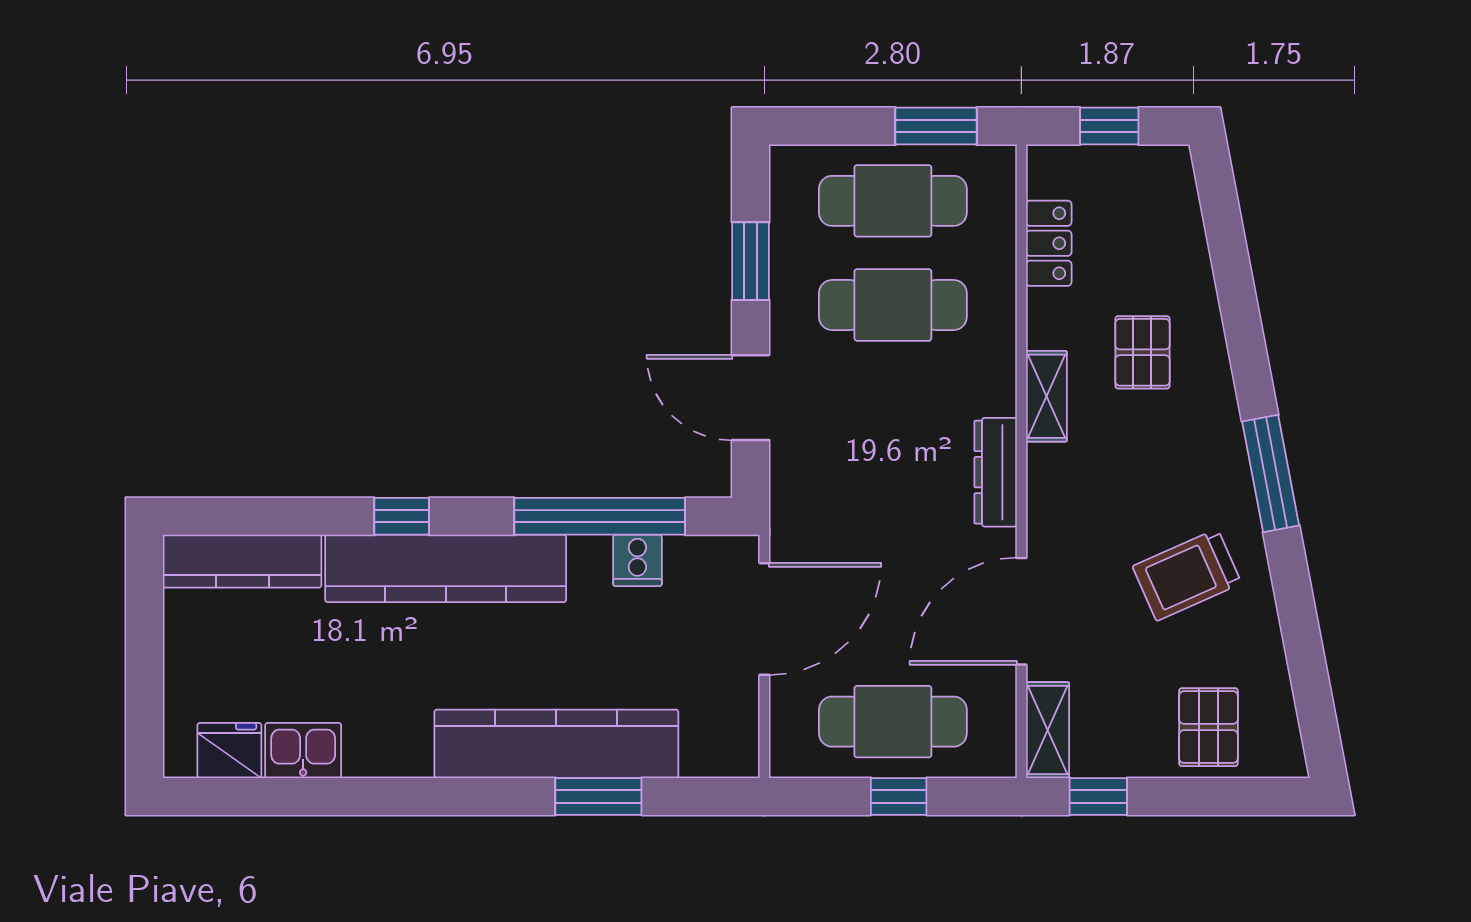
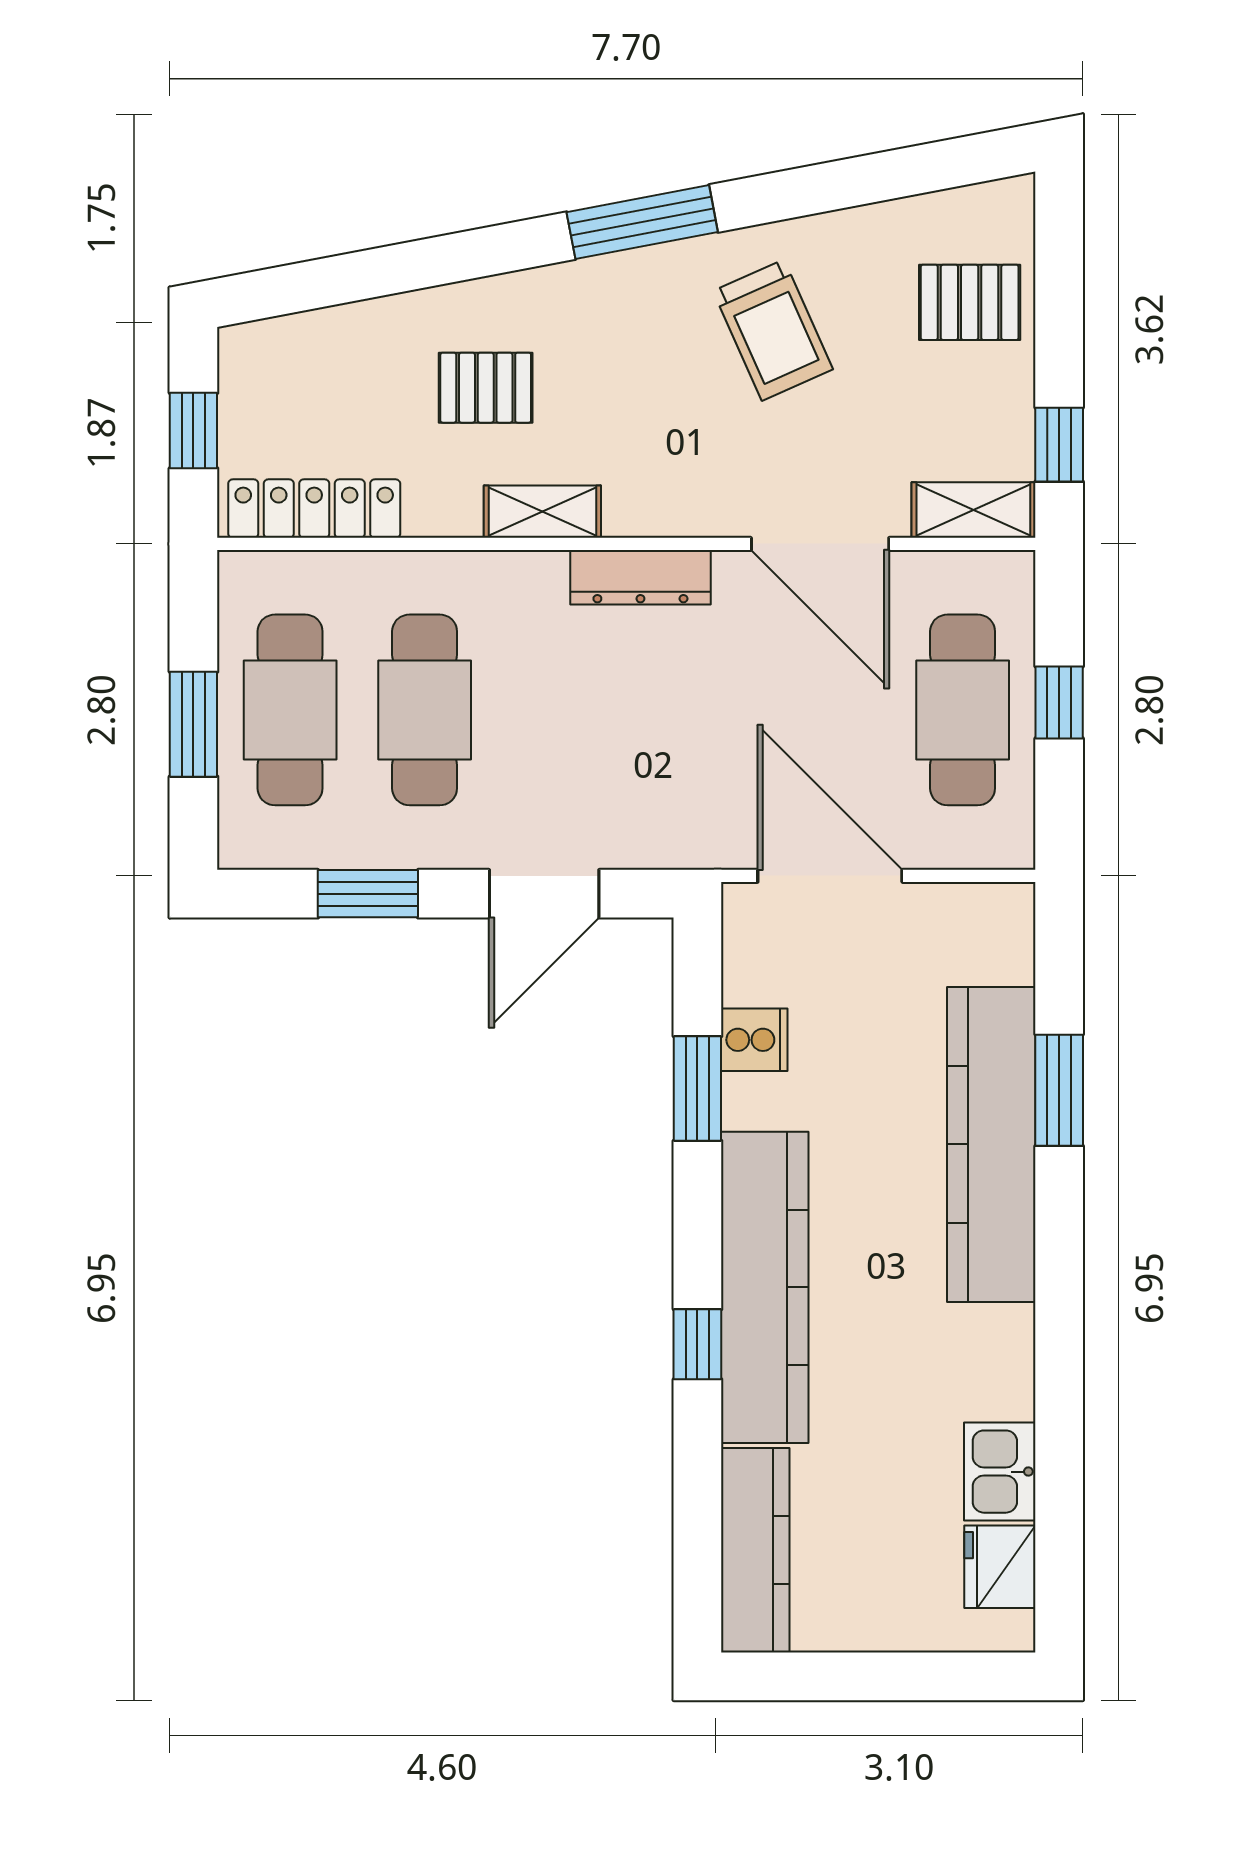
window: (936, 126) -> (193, 724), moved
locker: (1049, 243) -> (314, 509), width x1.53
window: (600, 516) -> (697, 1089), width x0.47

